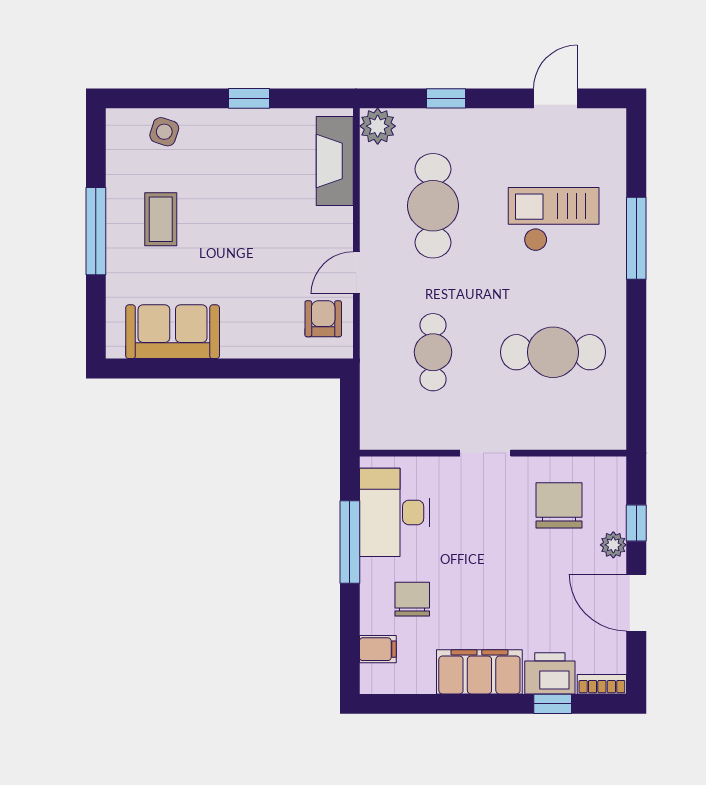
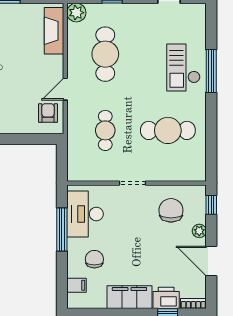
checkout: (554, 219) -> (183, 67), moved, turned -90
window: (636, 523) -> (211, 205), moved

